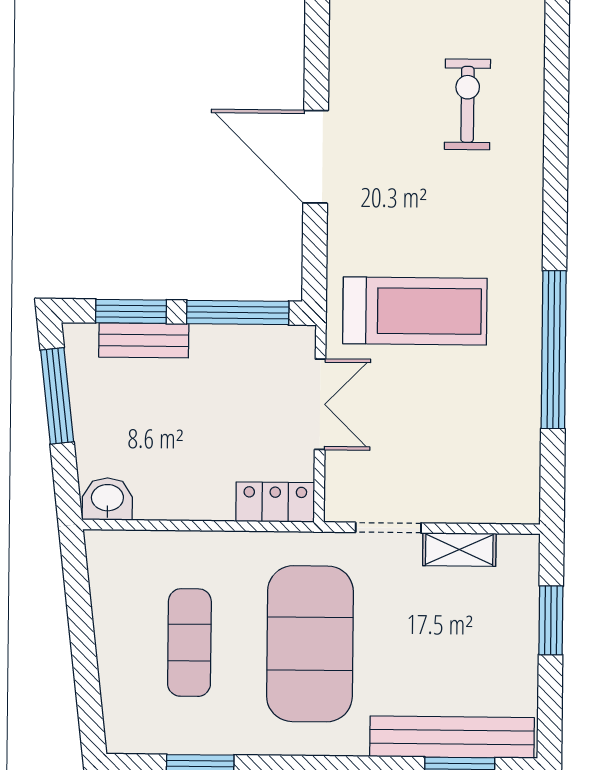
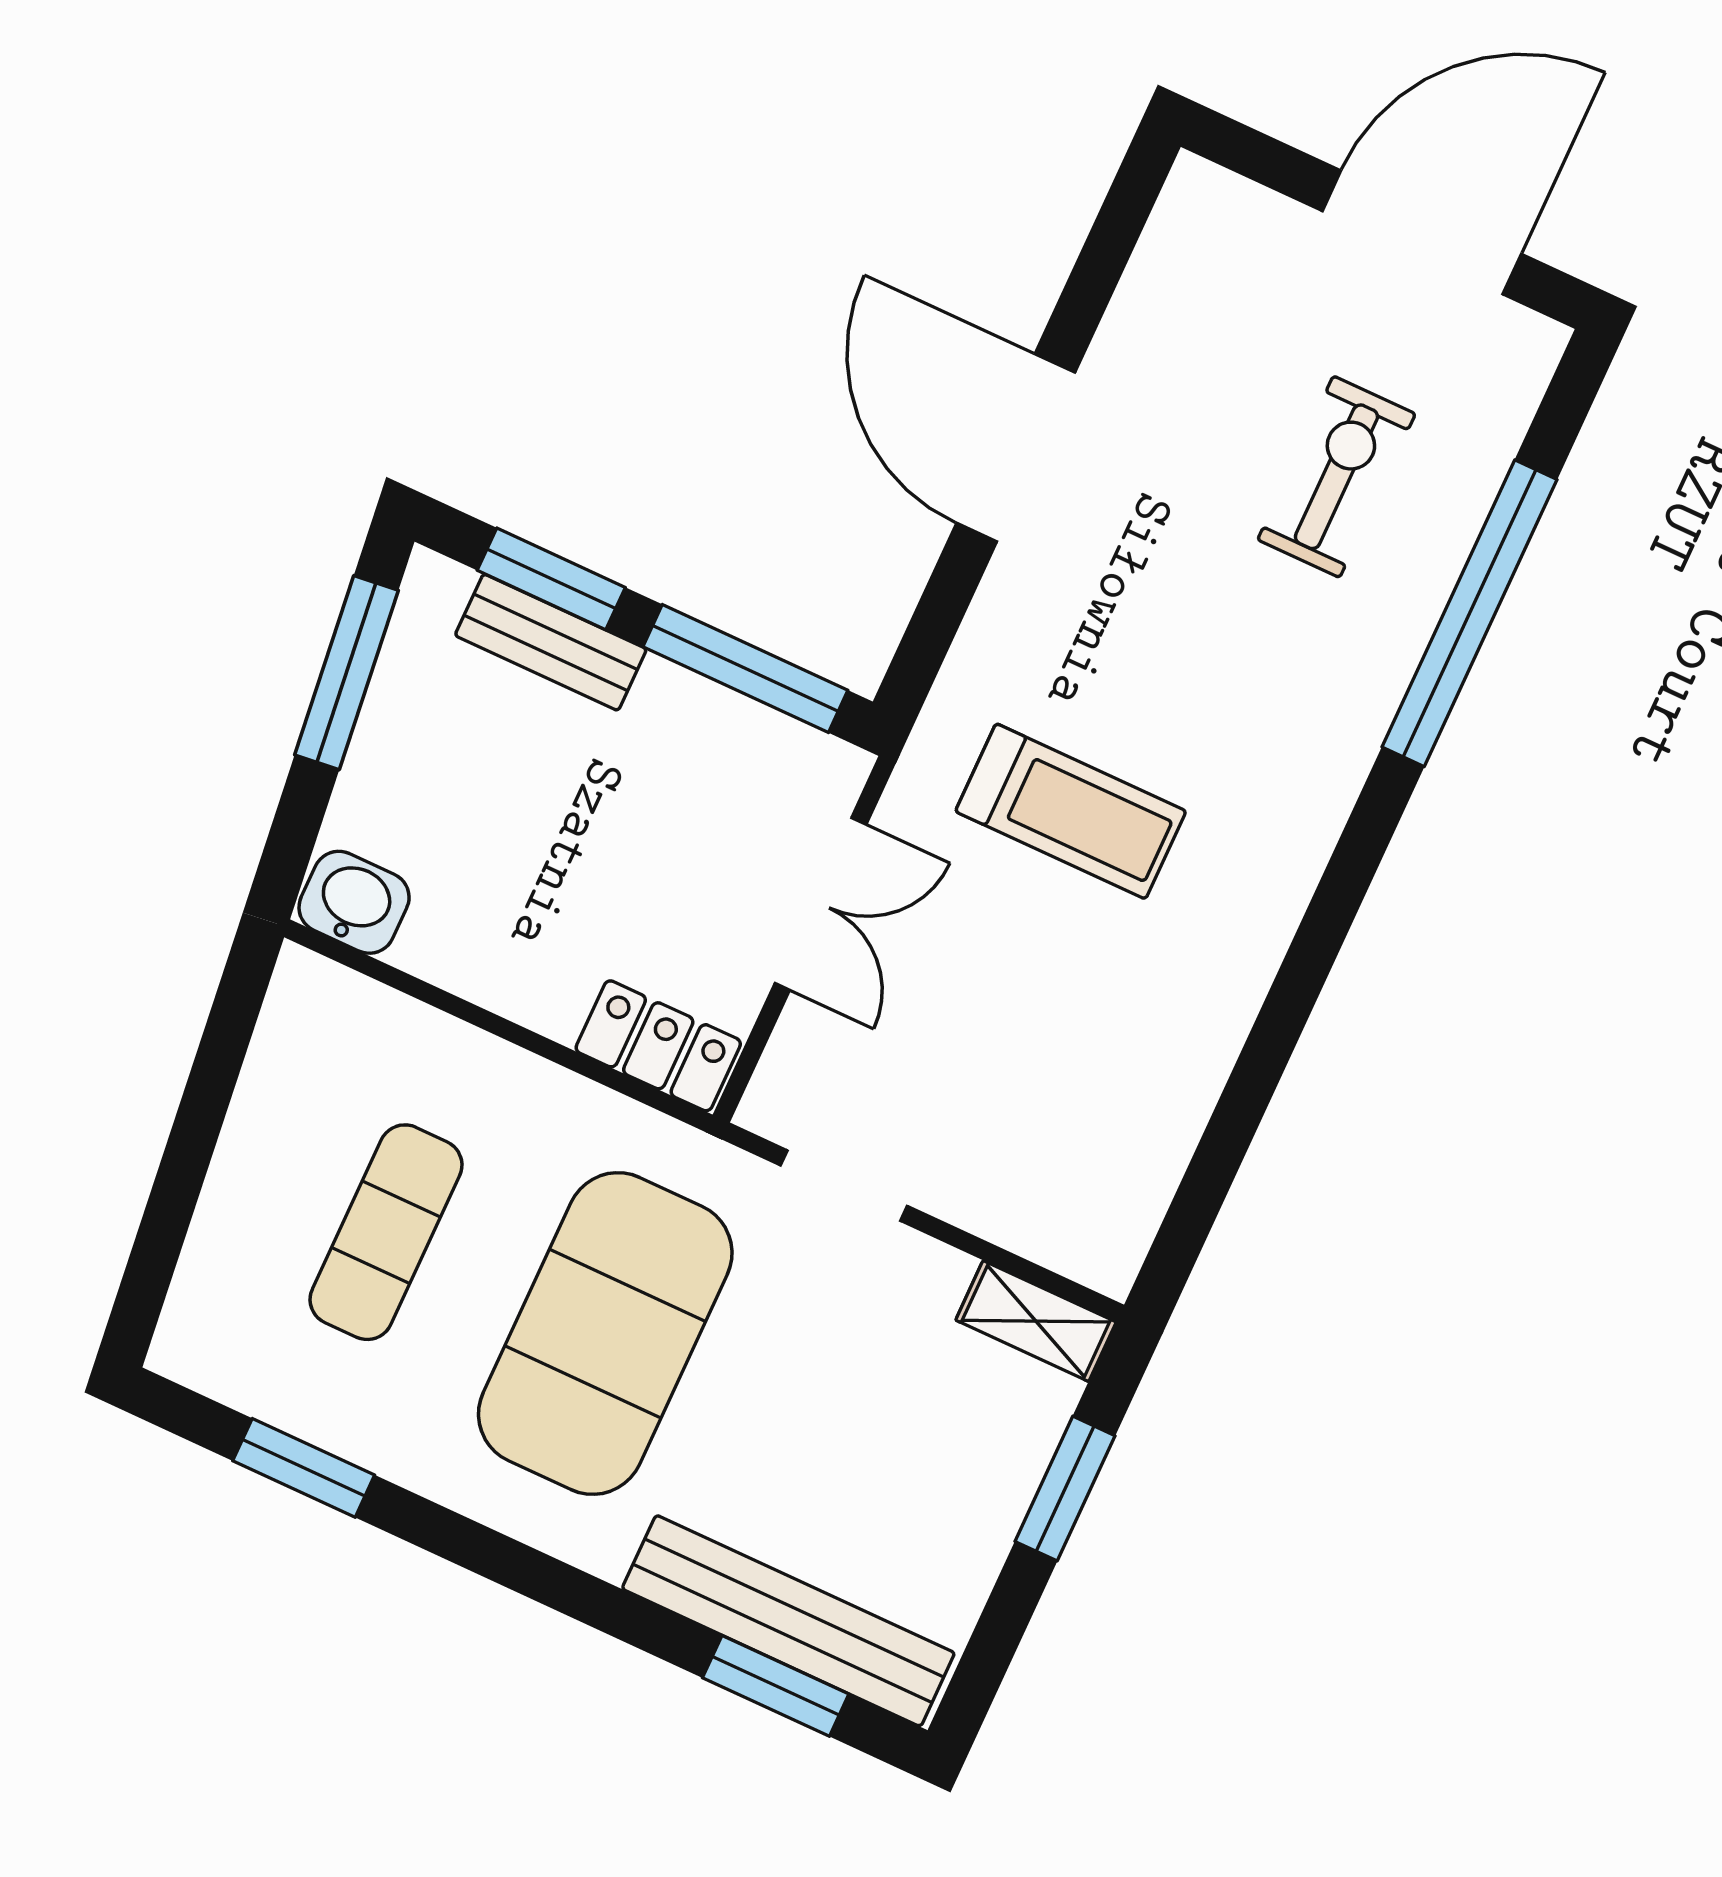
treadmill: (415, 311) -> (1071, 811), width x0.73, depth x0.73
window: (554, 350) -> (1469, 613), moved
shelving: (459, 550) -> (1036, 1321), moved

